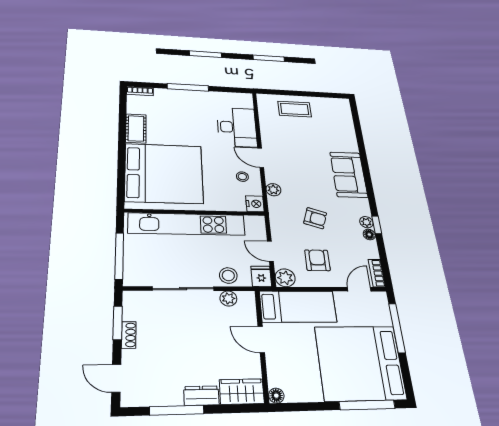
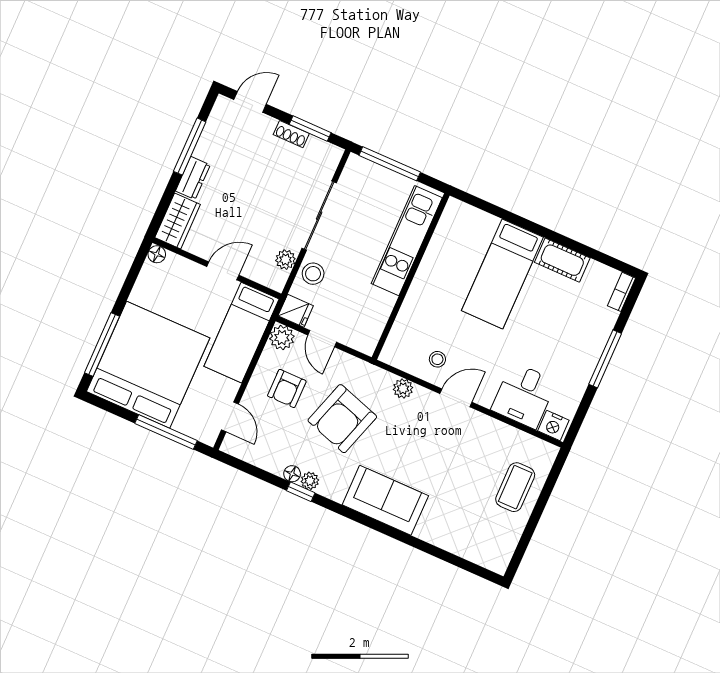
desk: (237, 127) -> (524, 395), width x0.73
bed: (164, 173) -> (502, 274), width x0.49
nightstand: (255, 204) -> (553, 426), moved
armchair: (315, 218) -> (342, 419), width x1.88, depth x1.88
kitchen unit: (187, 224) -> (407, 241), width x0.73
door: (270, 251) -> (322, 339), swing flipped
armchair: (317, 260) -> (287, 388), turned 90
bookcase: (377, 273) -> (240, 451), removed

